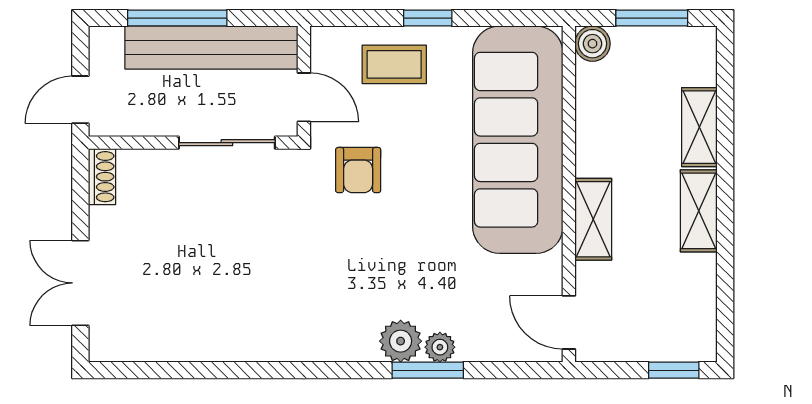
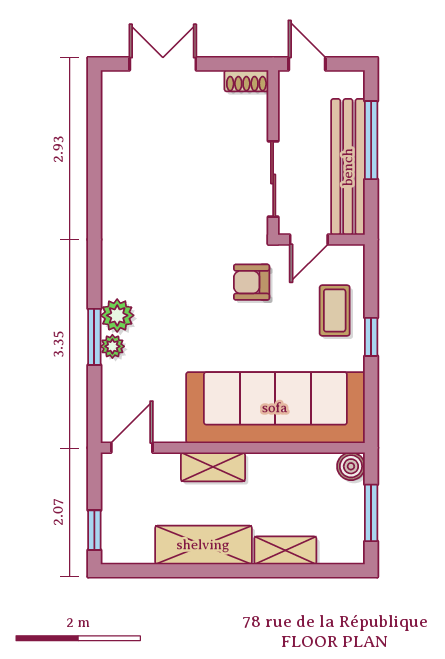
shelving: (699, 211) -> (203, 545), width x1.50, depth x1.33

